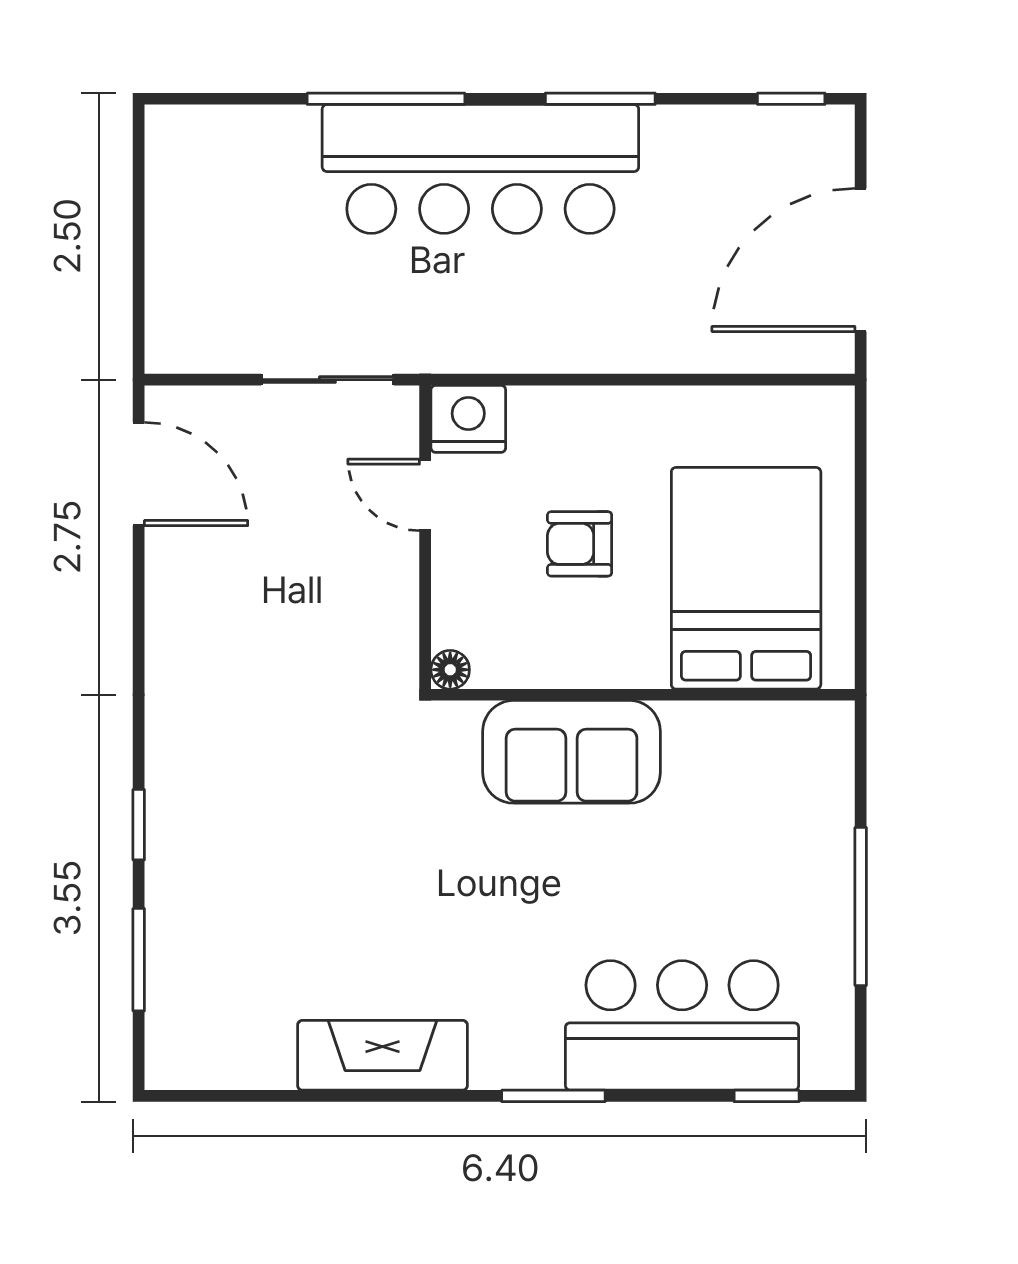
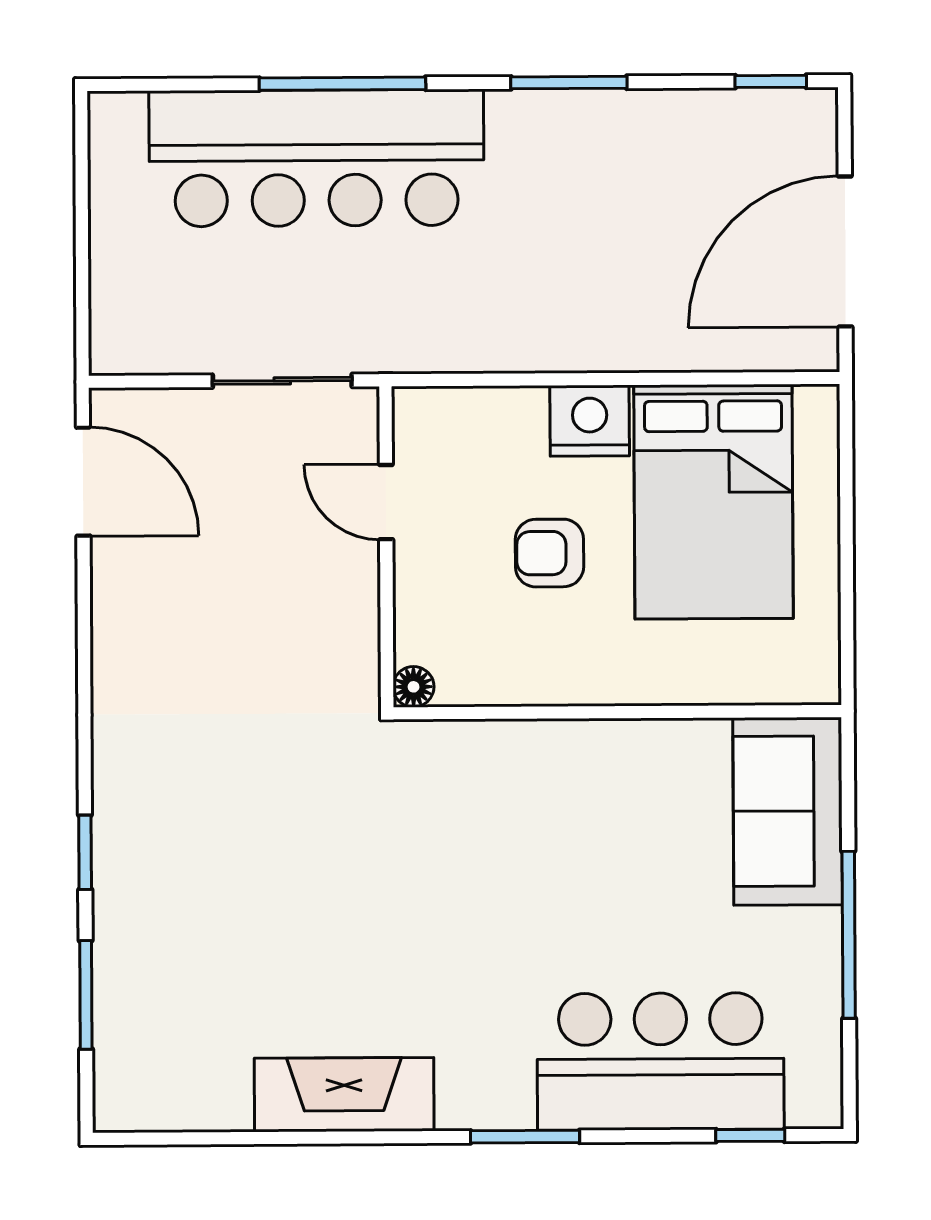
bar counter: (480, 169) -> (316, 158), moved
nightstand: (468, 419) -> (590, 421), moved
bed: (746, 578) -> (713, 502), moved, turned 180
sofa: (572, 752) -> (788, 811), moved, turned 90

